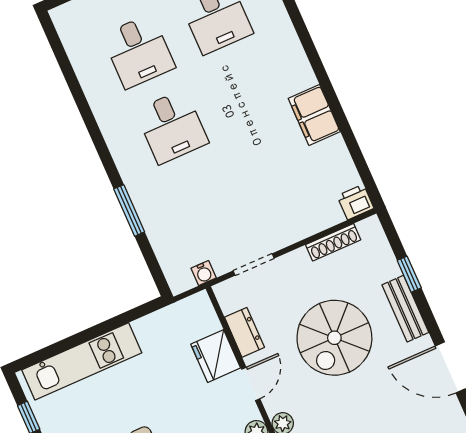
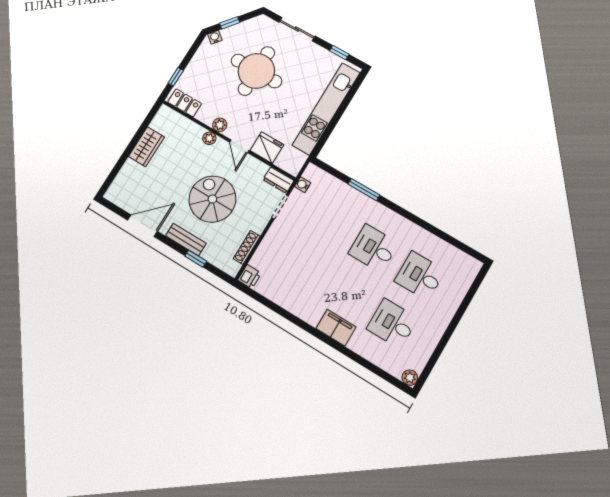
filing cabinet: (314, 115) -> (336, 328), moved
dresser: (244, 332) -> (278, 180), moved
kitchen unit: (82, 361) -> (326, 109), width x1.36

